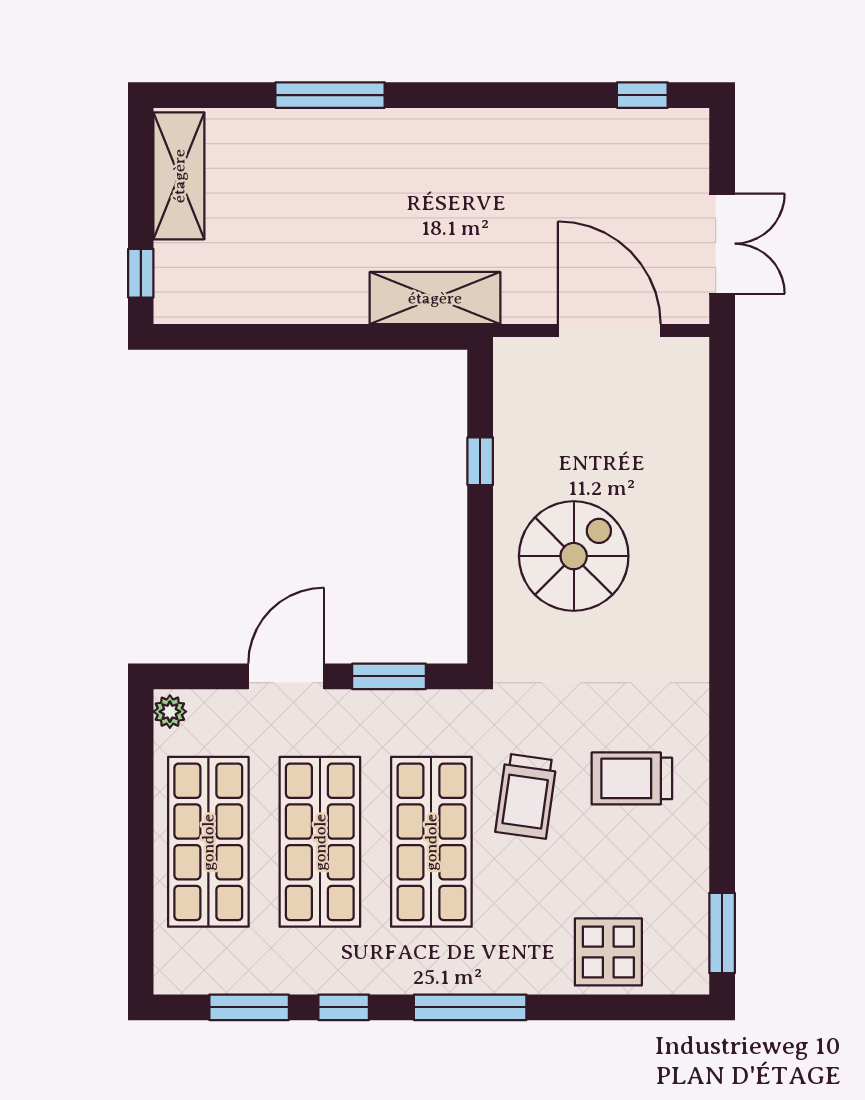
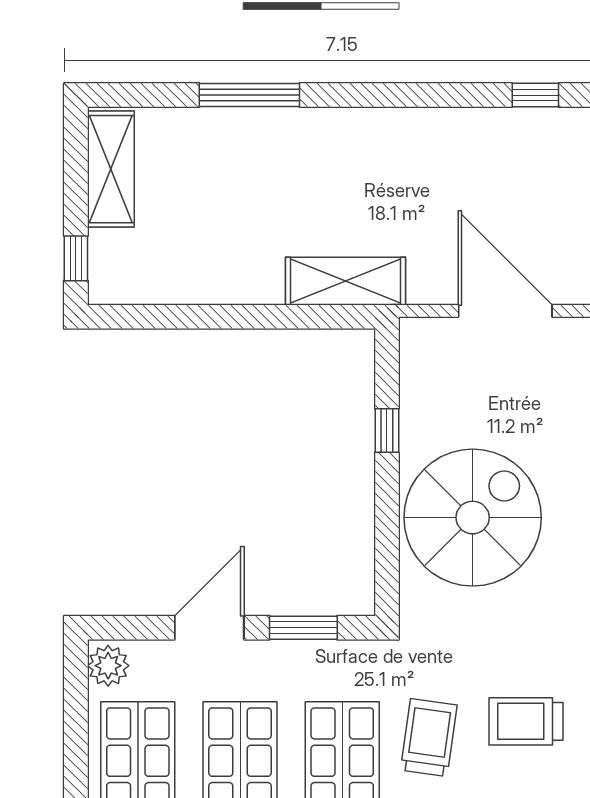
spiral stairs: (574, 556) -> (473, 518), width x1.37, depth x1.37
plant: (170, 712) -> (108, 666), width x1.38, depth x1.38
trolley: (526, 796) -> (429, 738), turned 180

